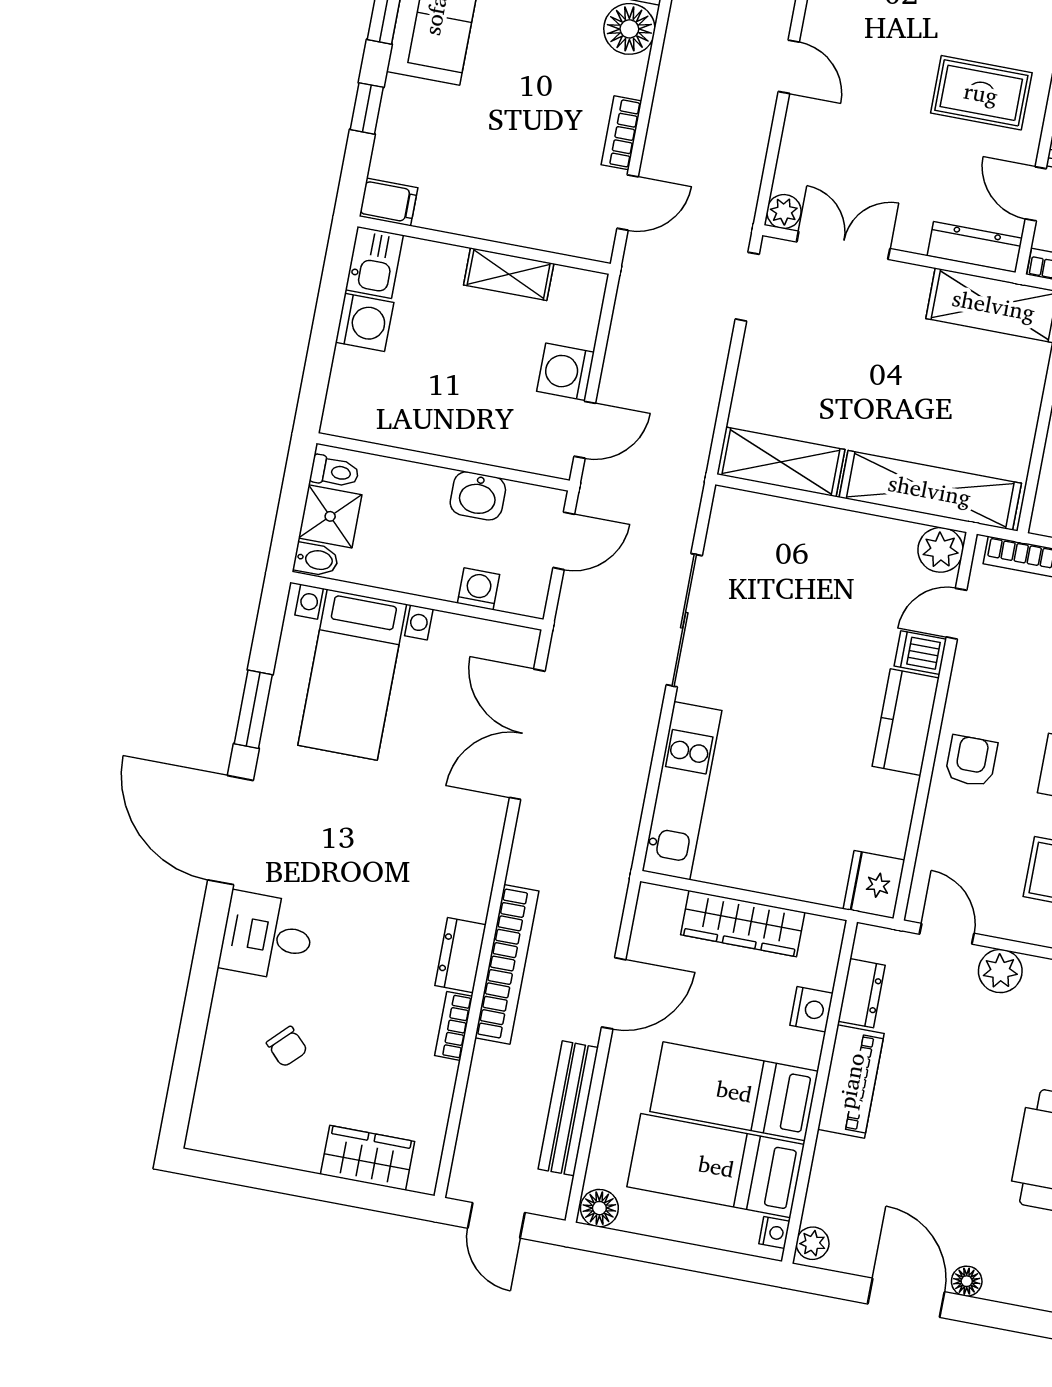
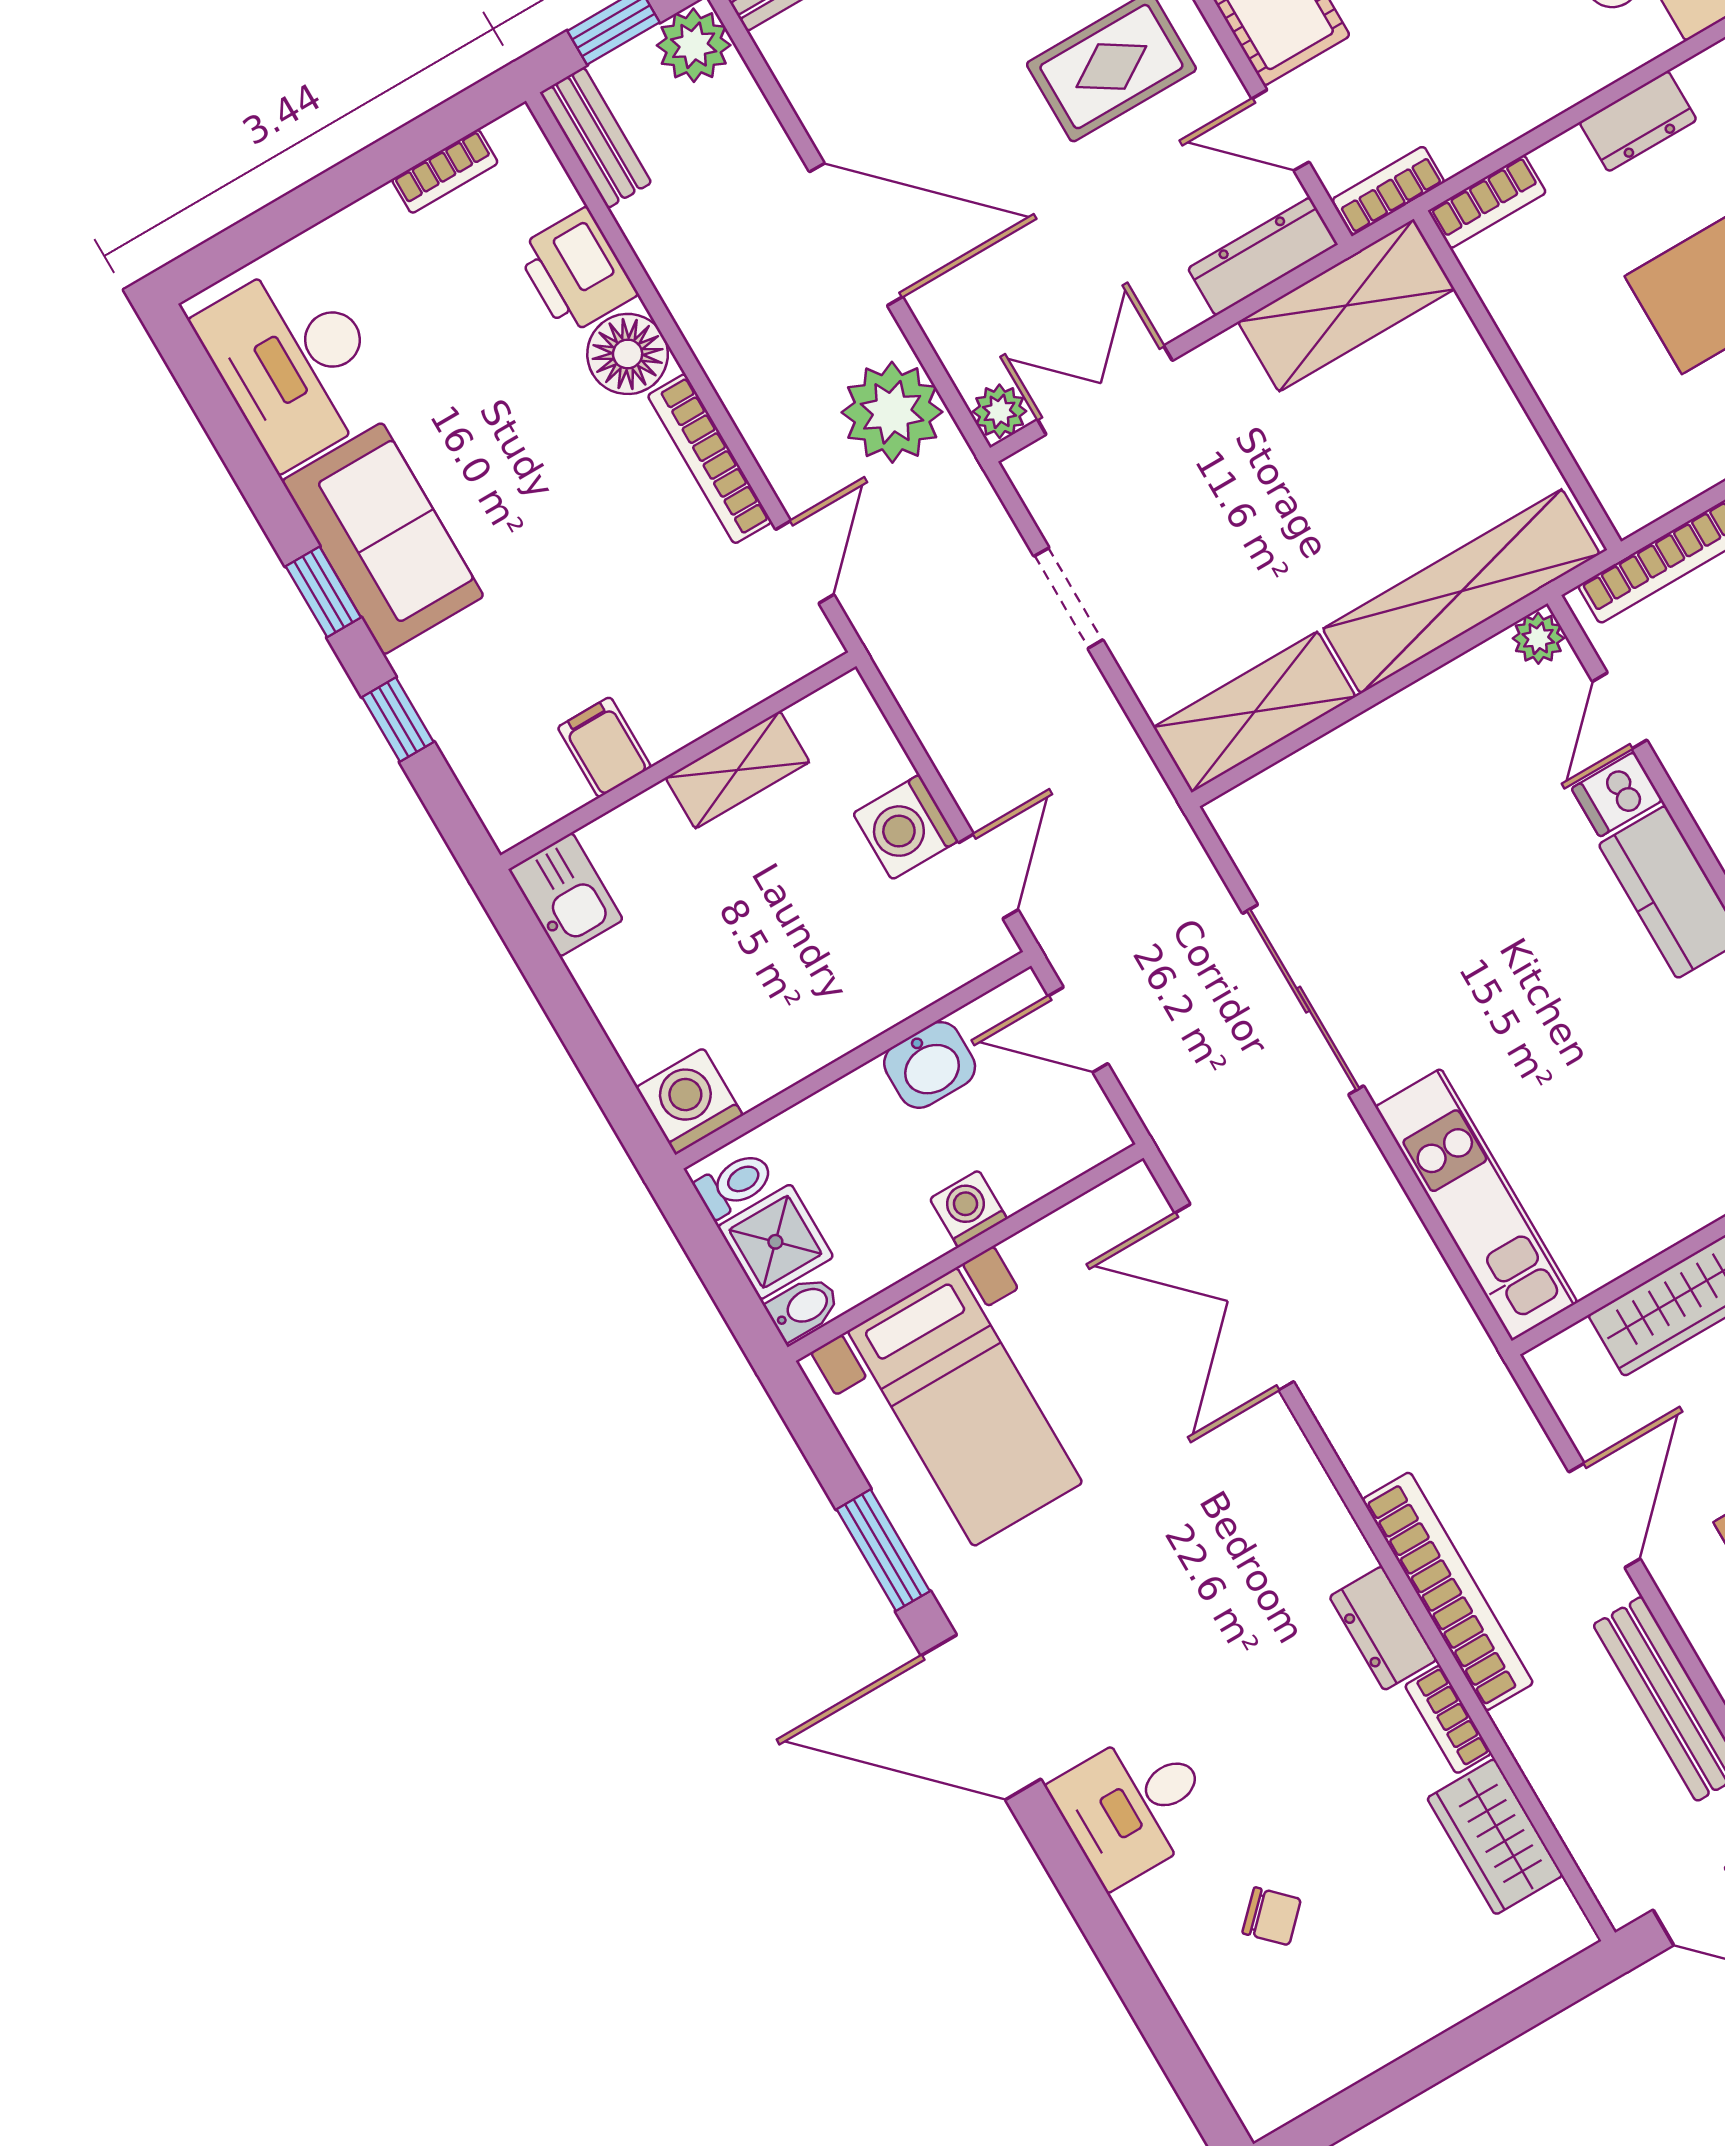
door: (789, 67) -> (856, 234), width x1.87
bookcase: (621, 133) -> (710, 459), width x1.56
plant: (732, 167) -> (892, 412), added
filing cabinet: (388, 202) -> (604, 747), moved, turned -90
doorway: (747, 287) -> (1068, 598), moved
washing machine: (365, 322) -> (689, 1101), moved, turned -90
door: (564, 541) -> (1078, 1030), swing flipped
plant: (941, 550) -> (1538, 638), width x0.73, depth x0.73
washing machine: (479, 589) -> (968, 1209), moved
wardrobe: (368, 1158) -> (1495, 1837), moved, turned -90

